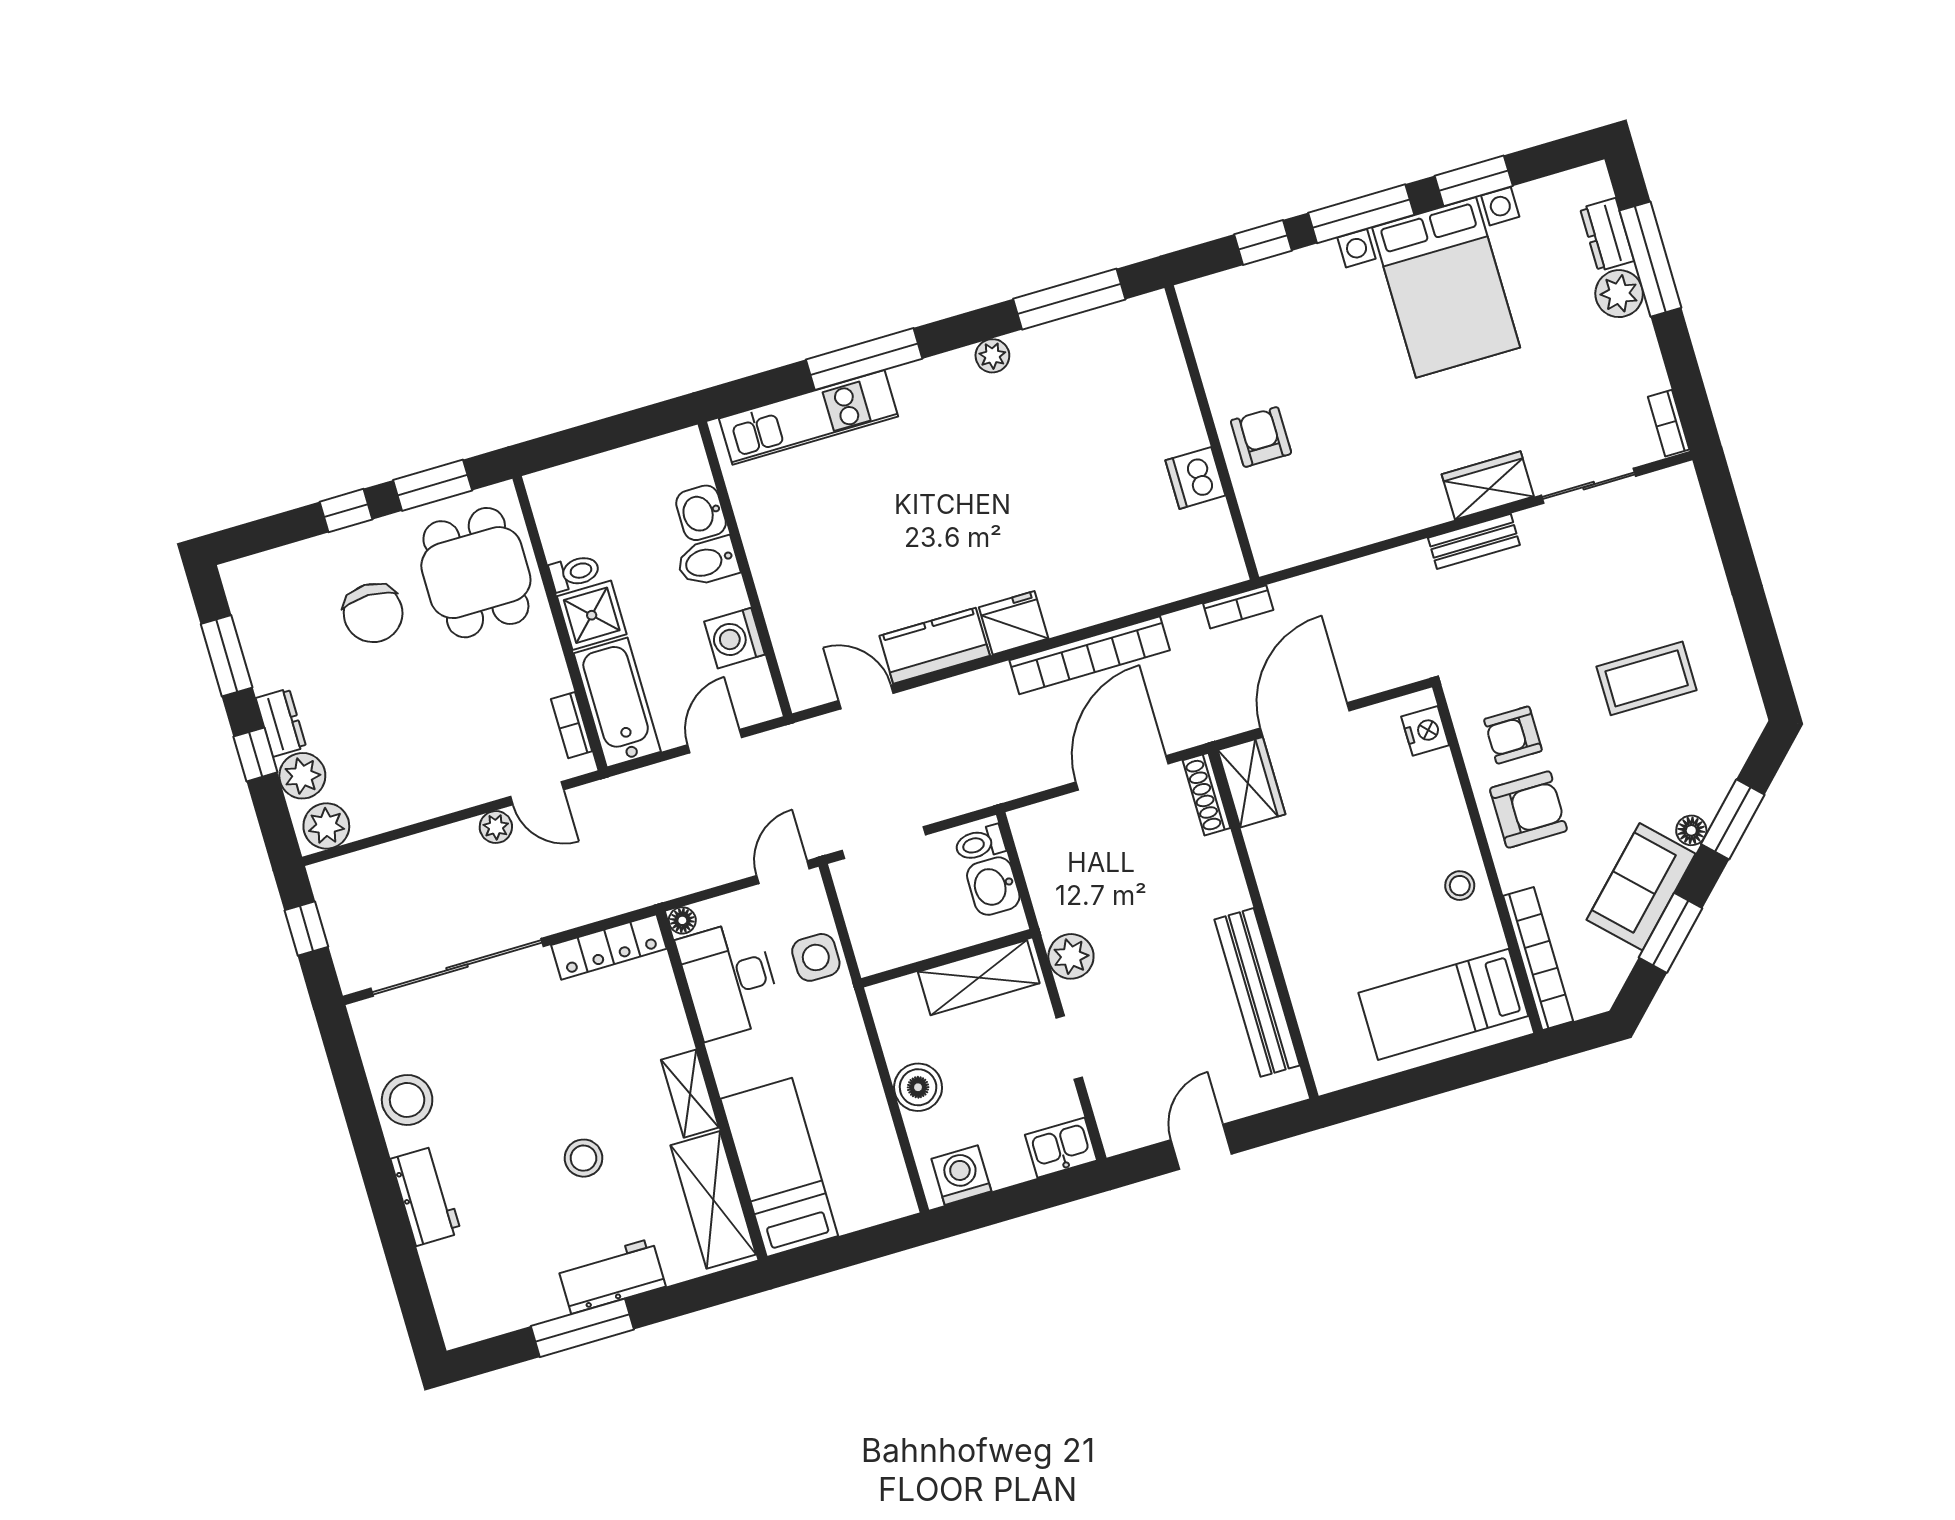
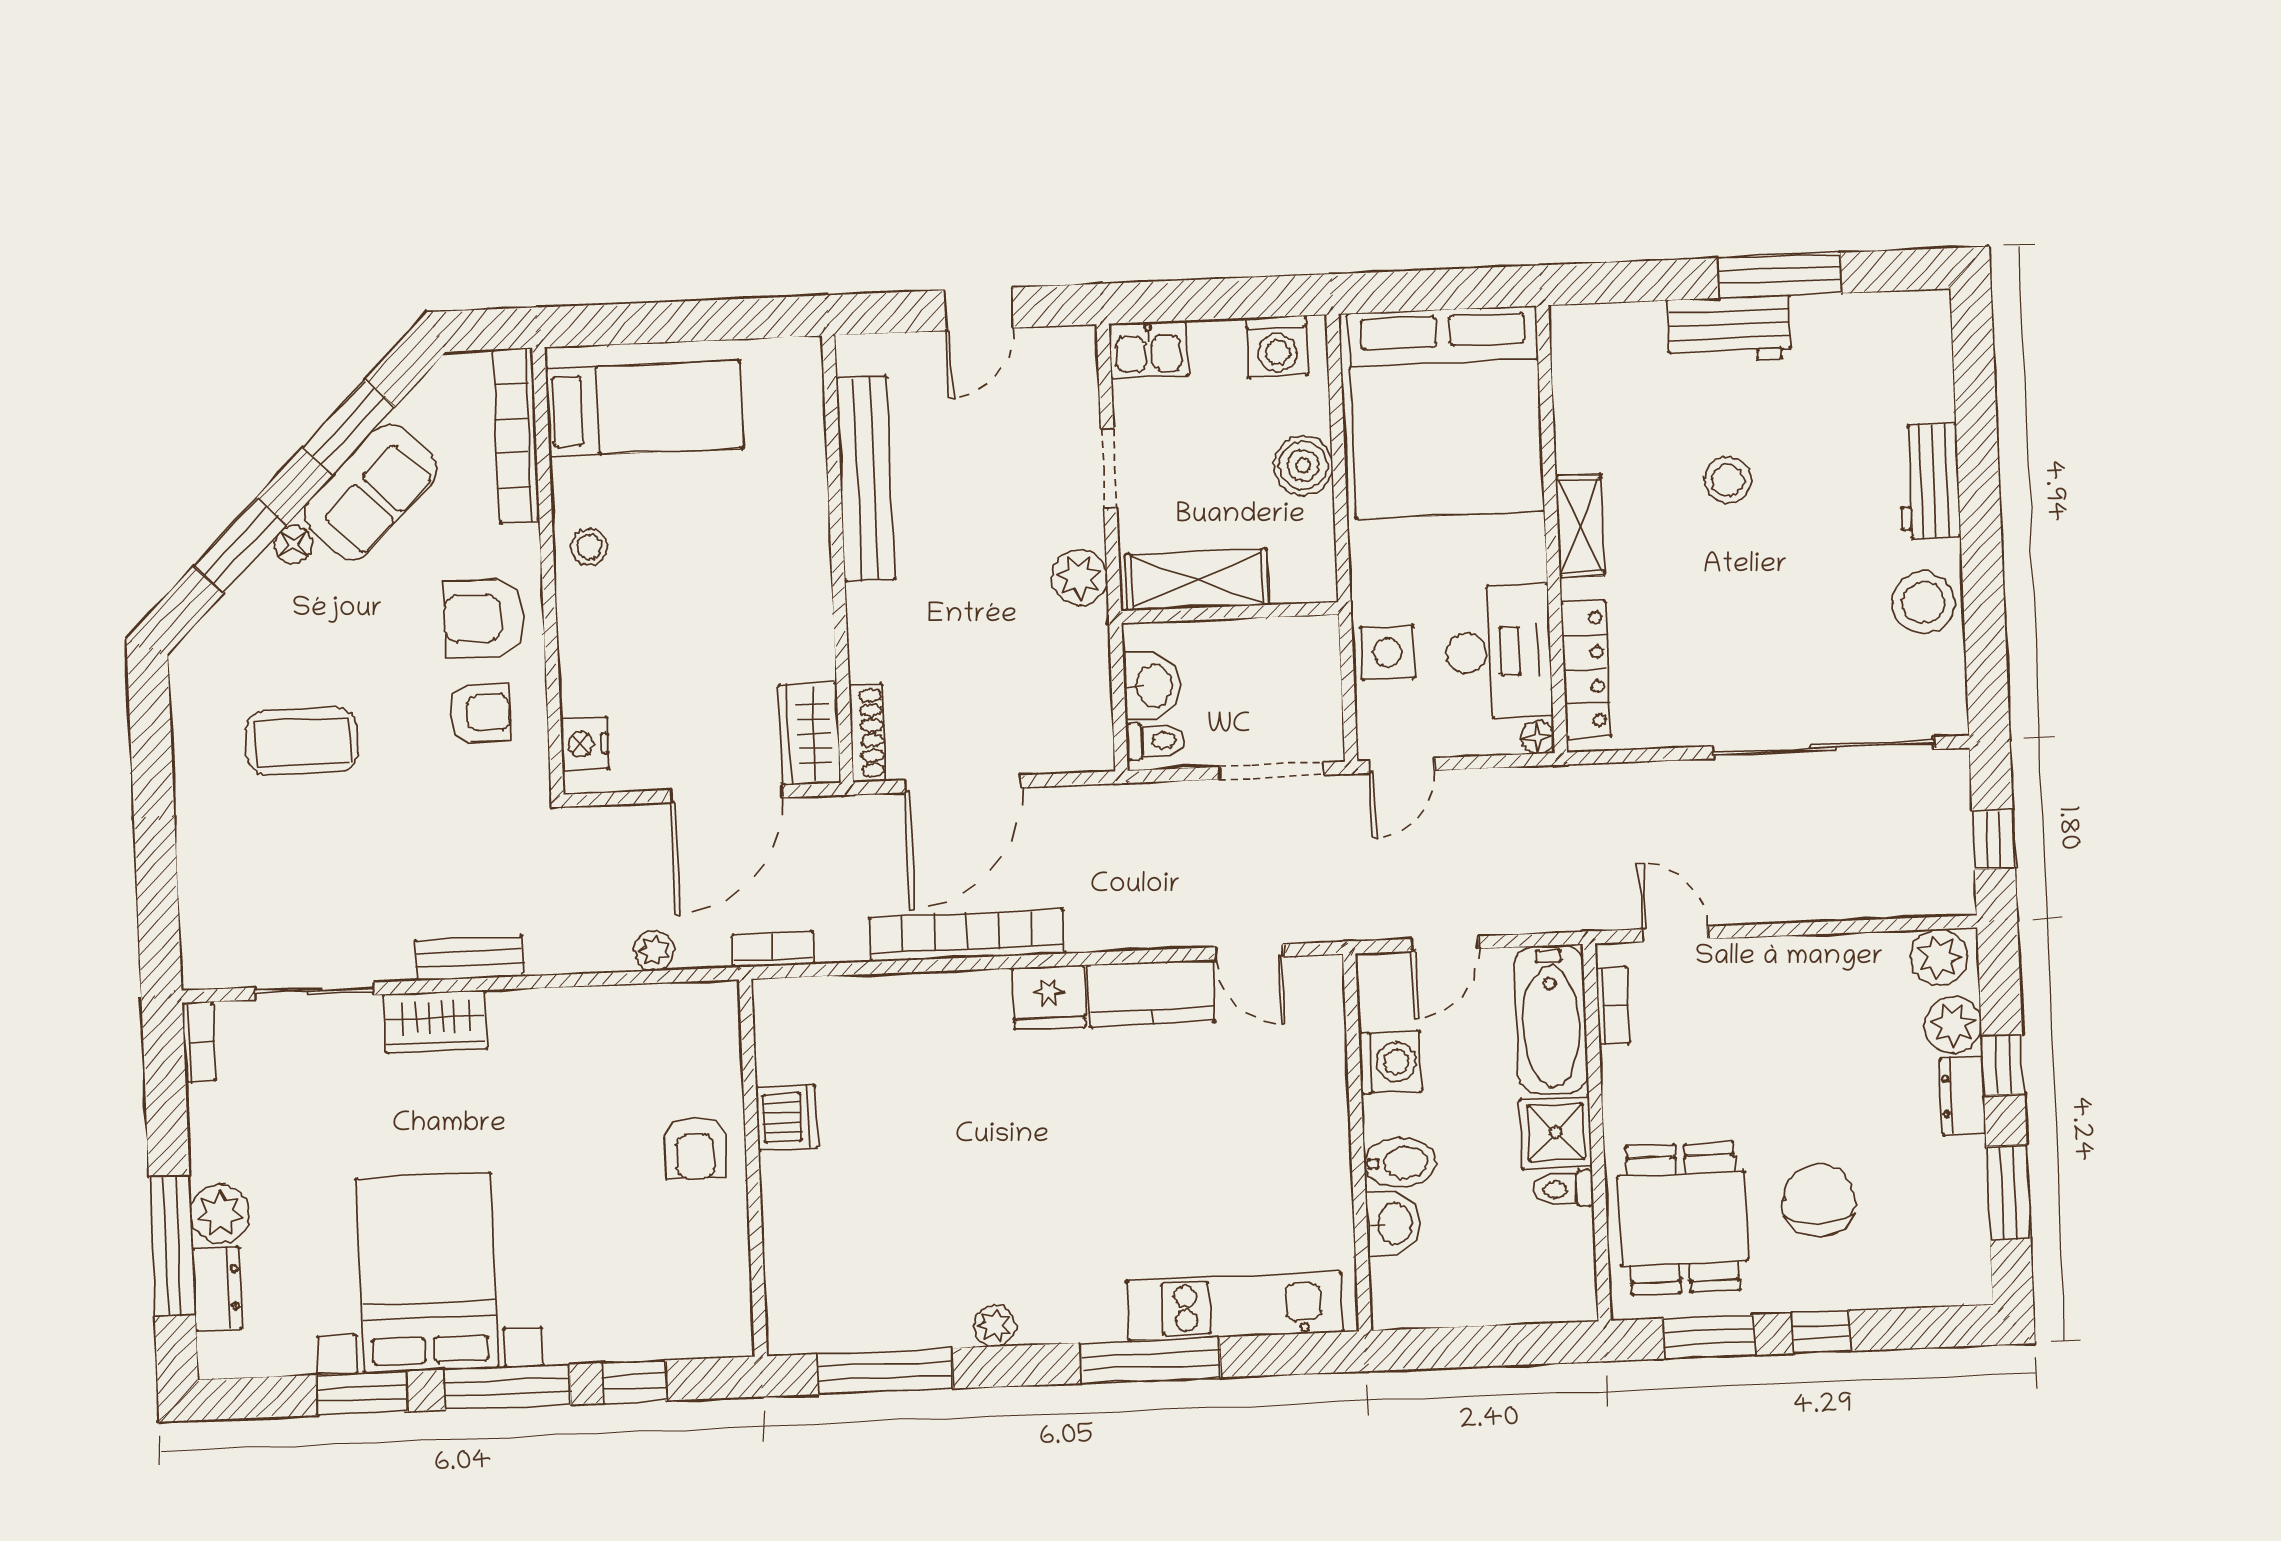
plant: (496, 827) -> (654, 951), moved
locker: (609, 947) -> (1586, 670), moved, turned 90
bed: (779, 1167) -> (1446, 412), width x2.04
shelving: (713, 1200) -> (1584, 391), removed

